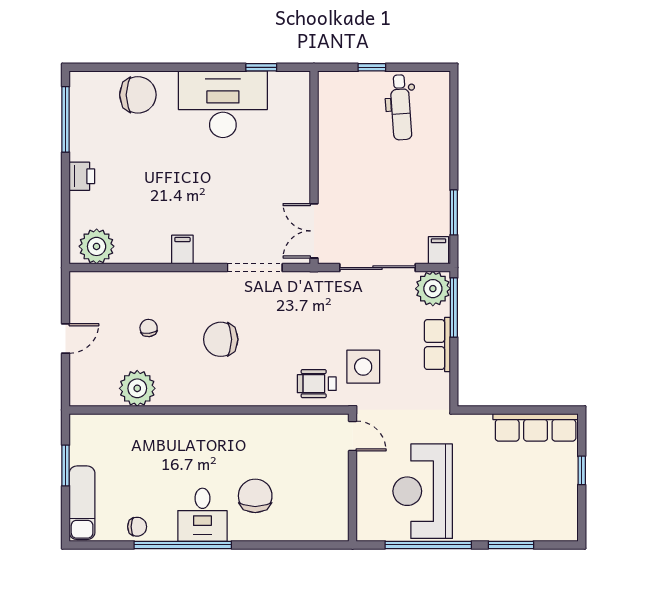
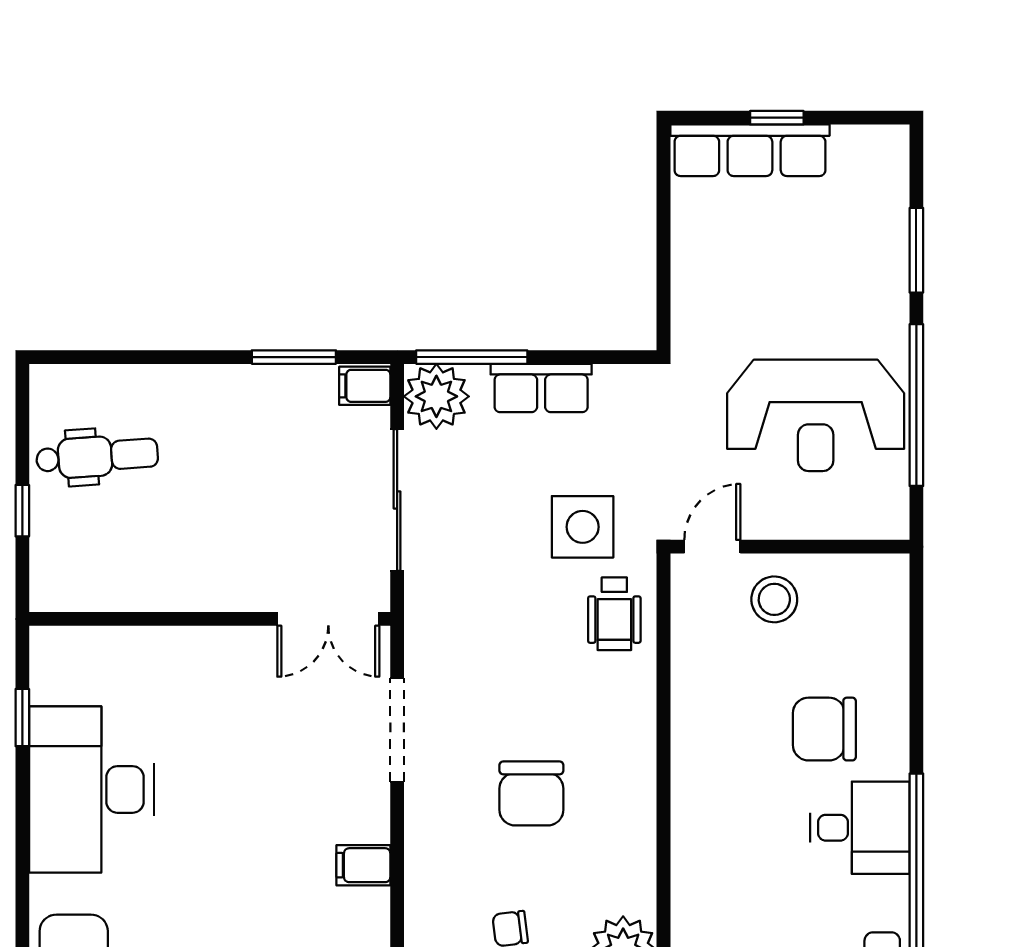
row of seats: (536, 427) -> (750, 150), moved, turned 90
stool: (324, 469) -> (774, 599), added

